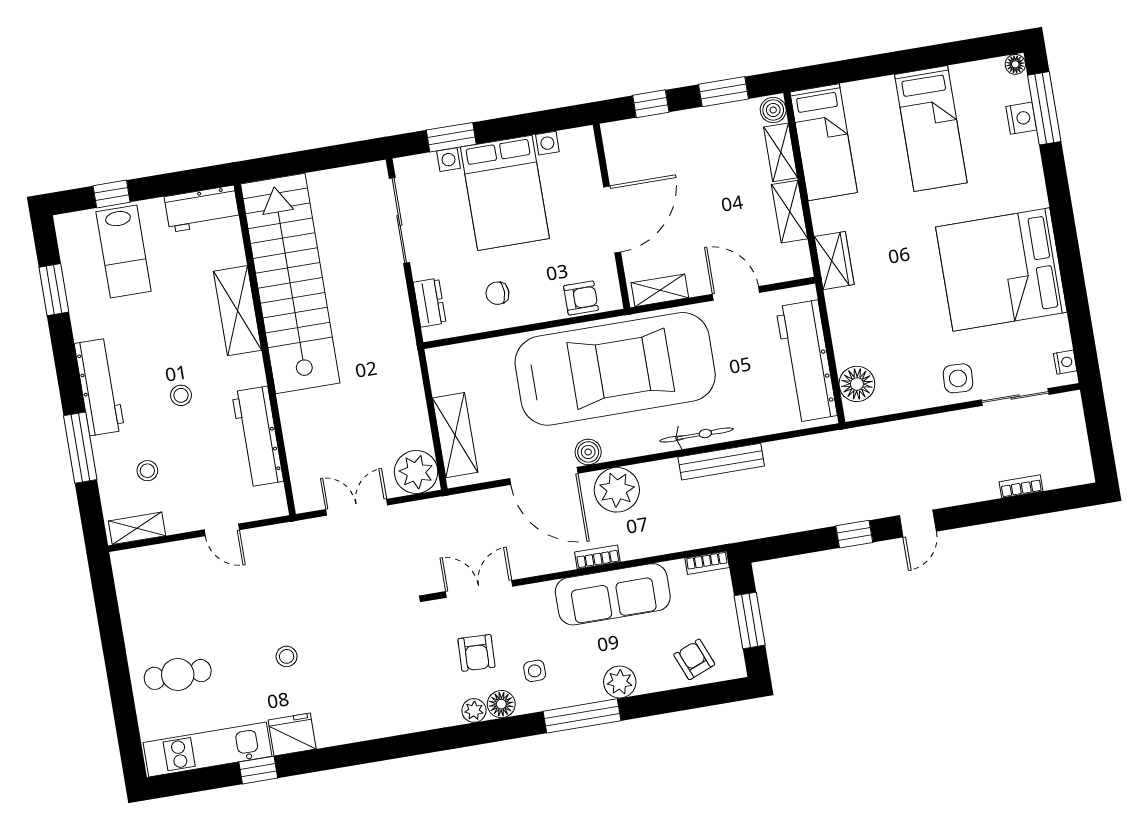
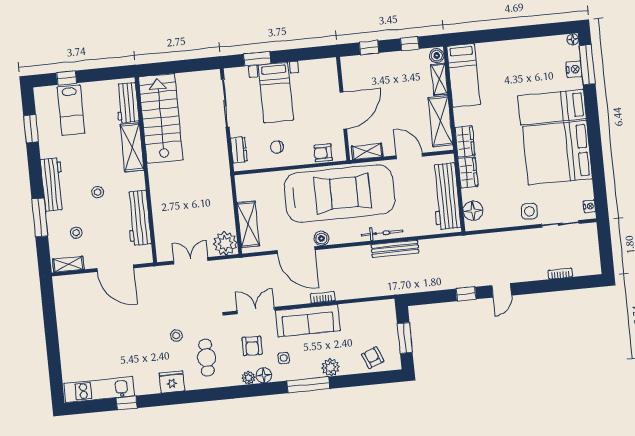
window: (723, 92) -> (410, 44), width x0.67
bed: (931, 129) -> (552, 107), moved, turned 90
bed with nightstands: (505, 193) -> (276, 93), width x0.73
workbench: (202, 209) -> (127, 103), moved, turned 90
shelving: (790, 212) -> (440, 121), width x1.50, depth x1.33
stairs: (290, 284) -> (161, 118), width x0.73
armchair: (581, 298) -> (323, 153), turned 180
wardrobe: (843, 316) -> (468, 172), added
plant: (617, 490) -> (336, 261), removed
door: (222, 530) -> (115, 268), width x1.87
bookcase: (707, 563) -> (383, 304), removed
sofa: (613, 594) -> (308, 321), moved
stool: (287, 656) -> (176, 336), moved
cafe table: (178, 674) -> (207, 358), moved, turned 90
fridge: (292, 734) -> (172, 382), moved

